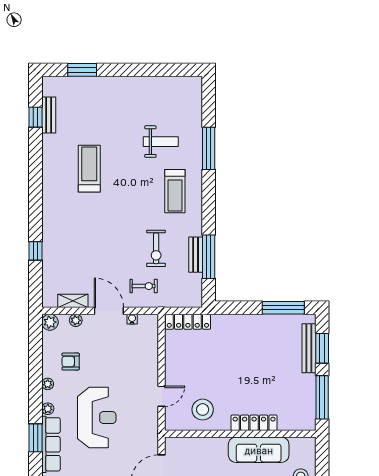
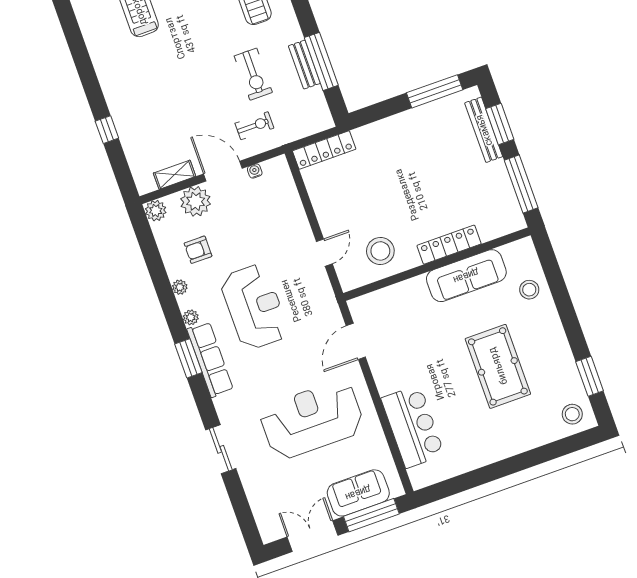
plant: (76, 320) -> (196, 201), width x1.88, depth x1.88

